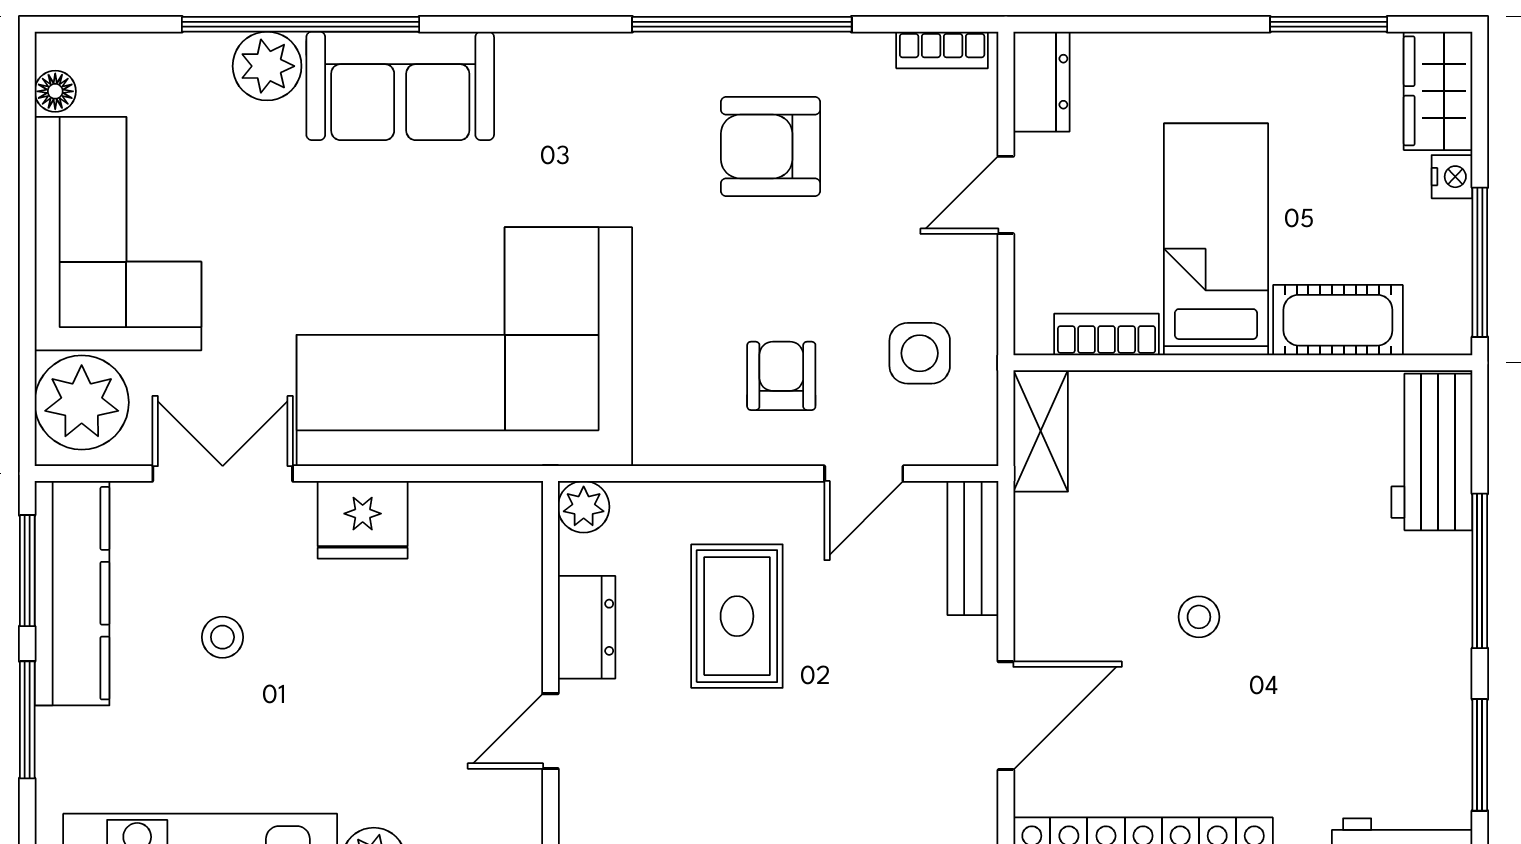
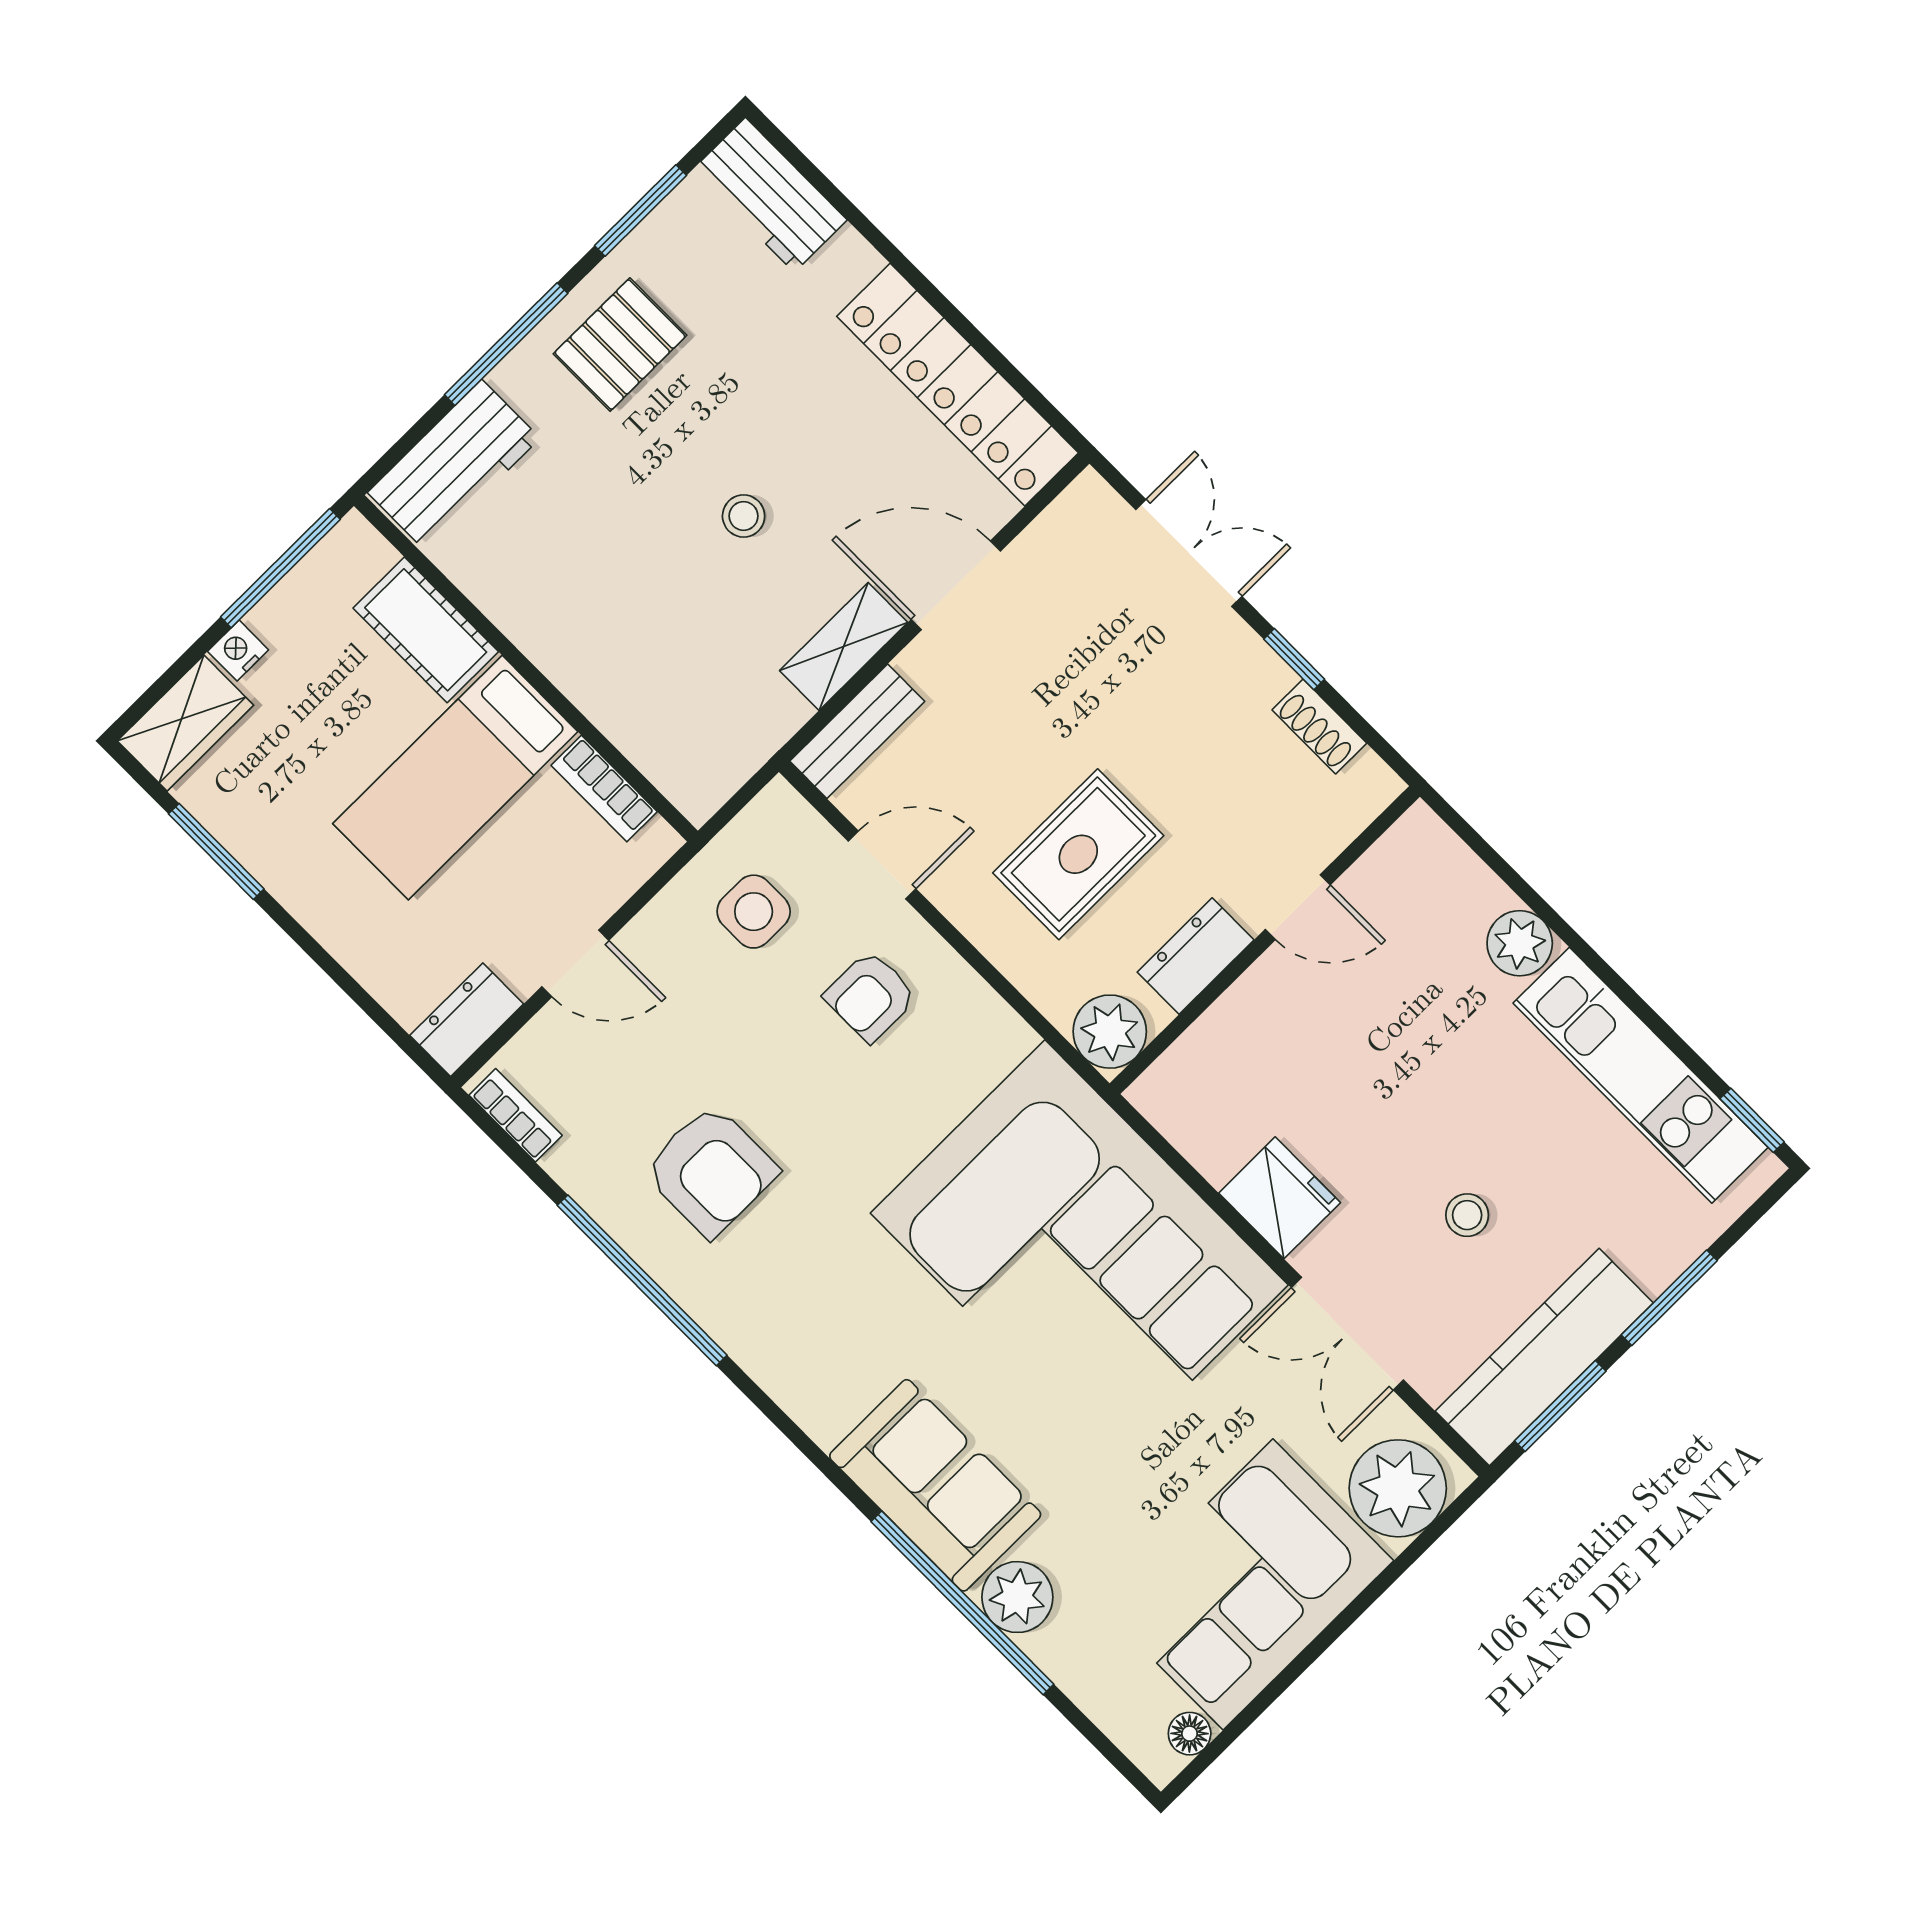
shelving: (1041, 431) -> (844, 646), moved
plant: (584, 507) -> (1110, 1032), width x1.38, depth x1.38
pallet: (1402, 649) -> (620, 345), added

